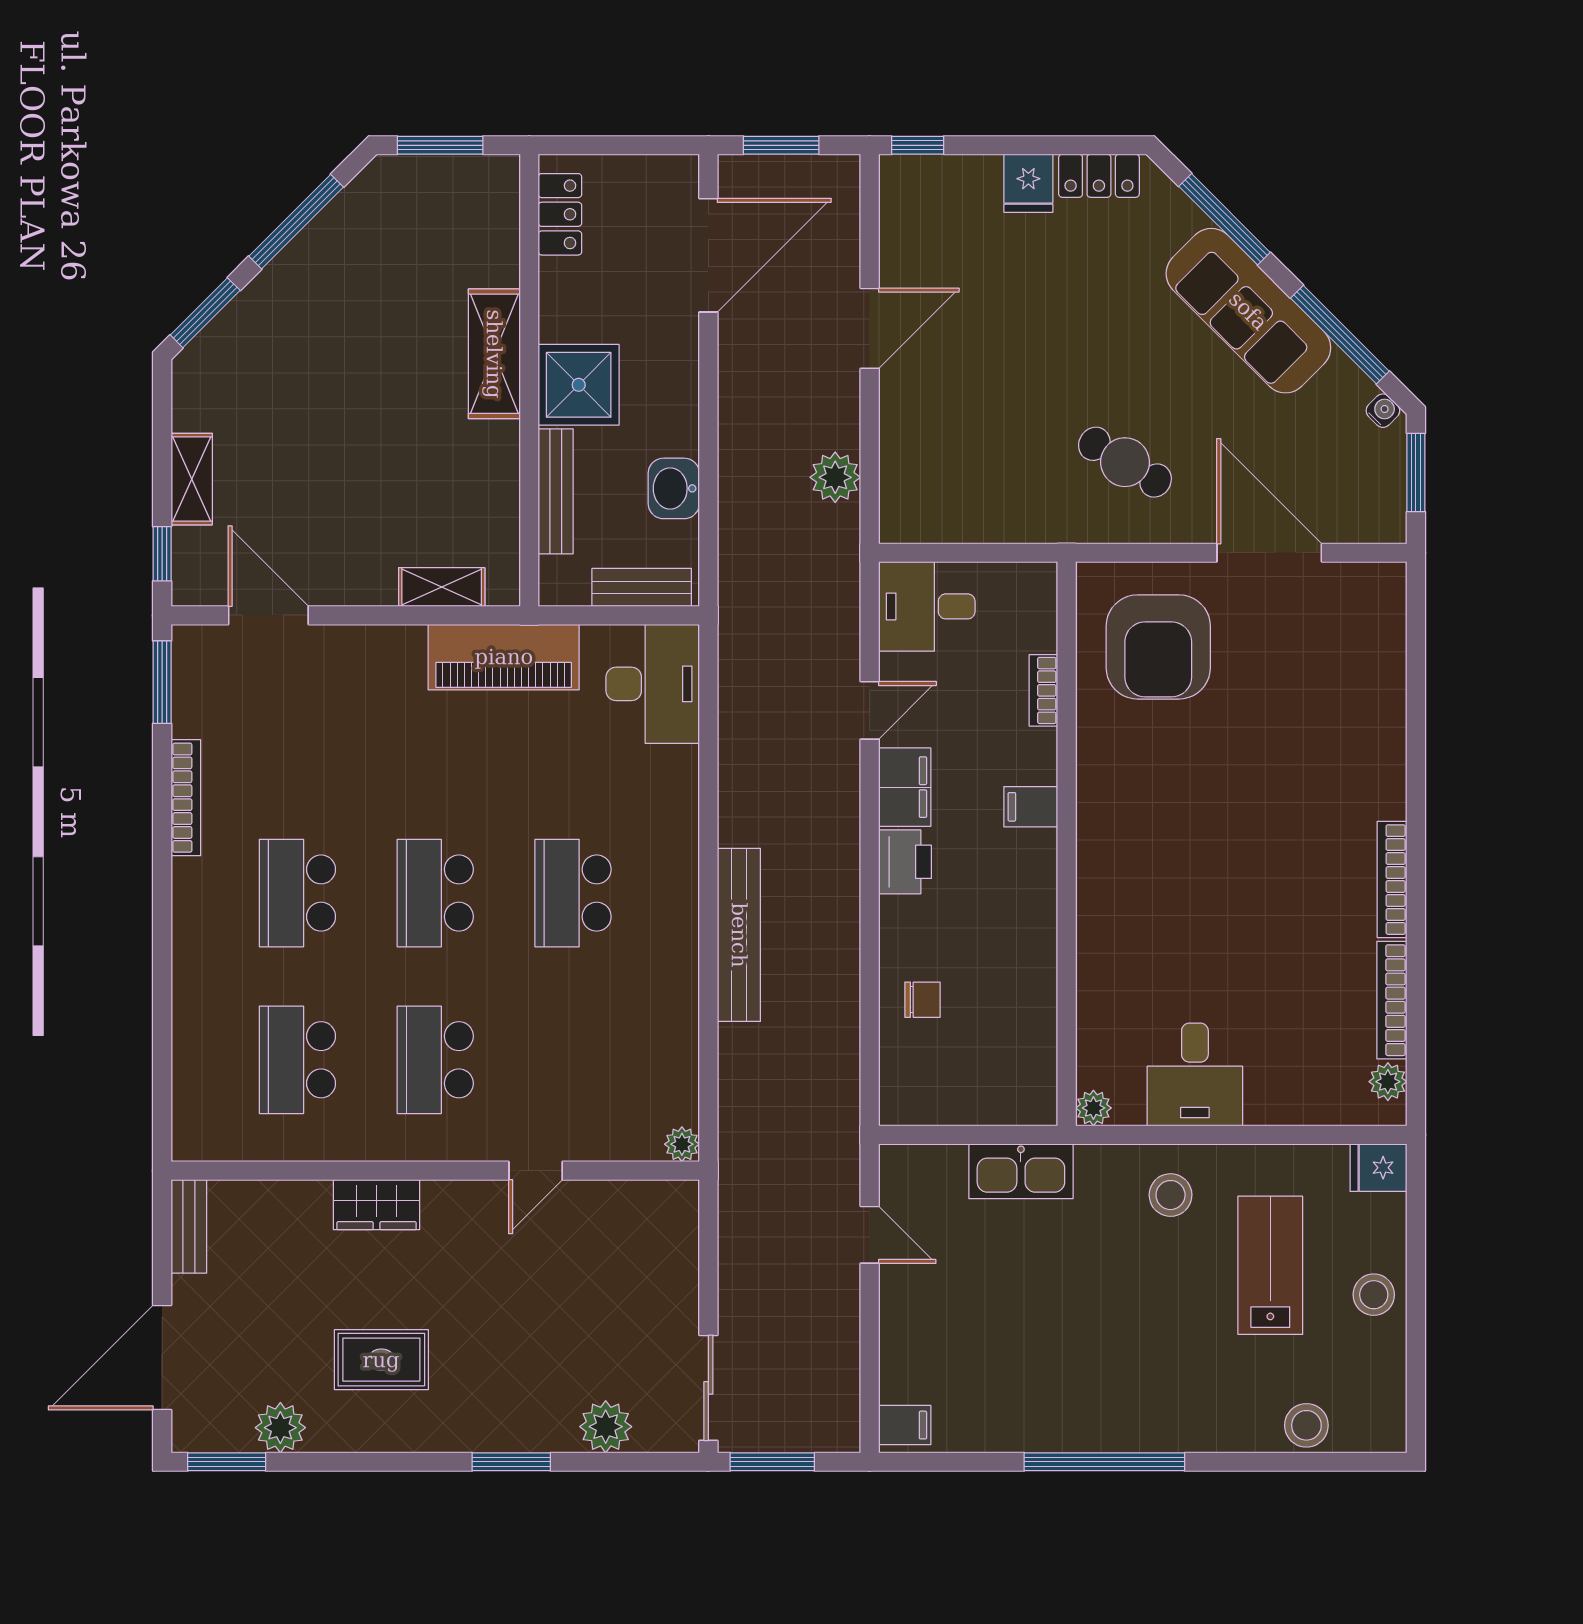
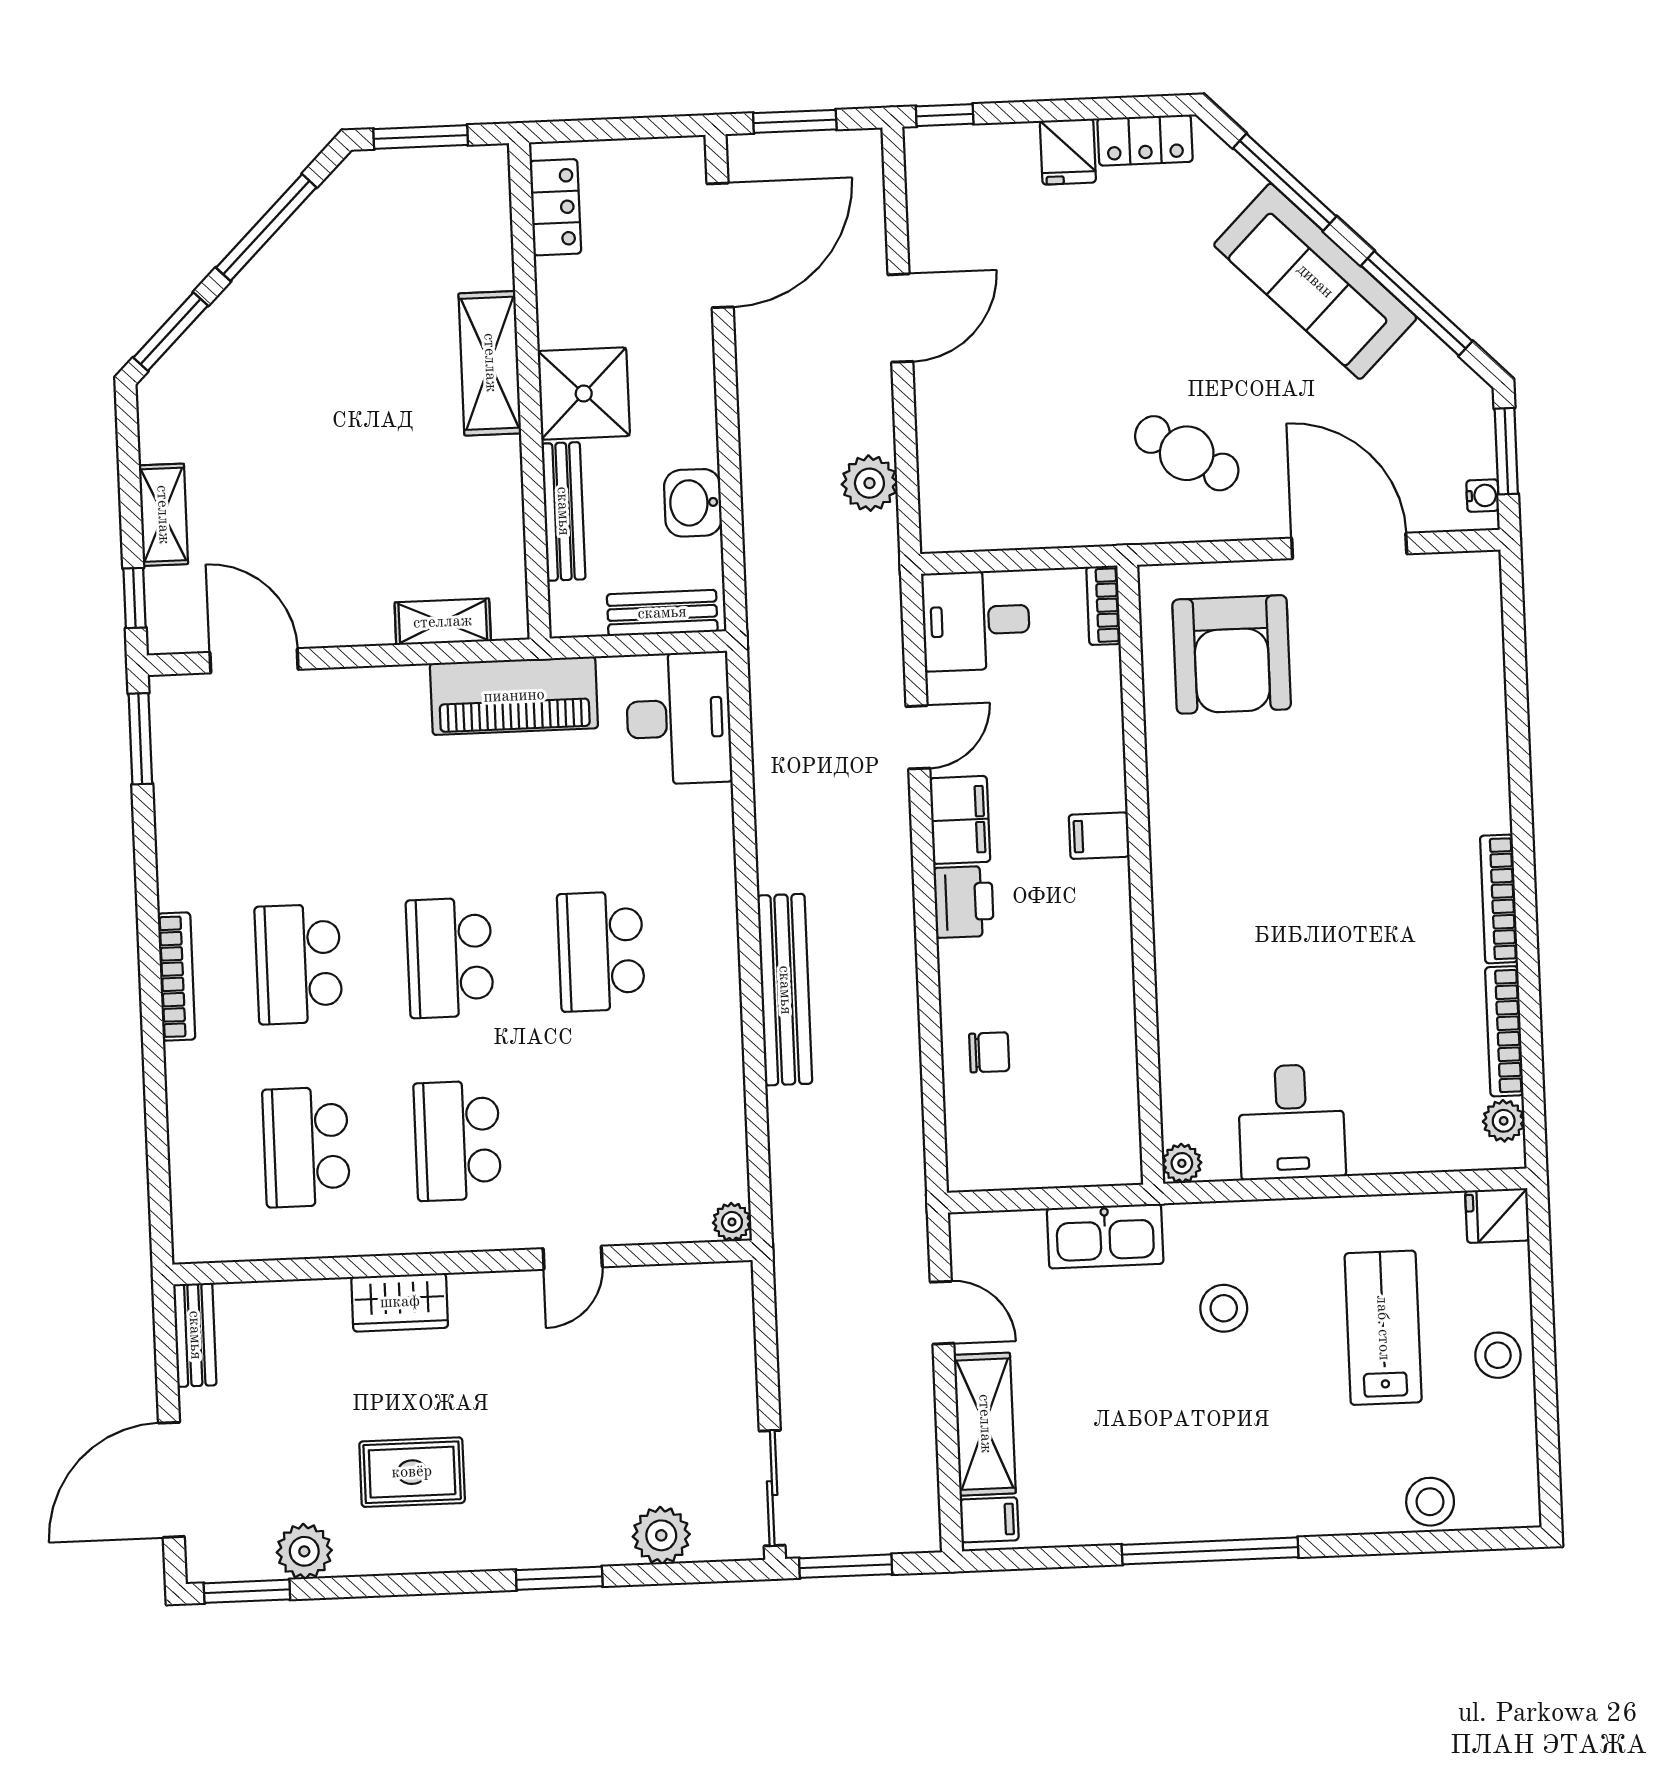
water cooler: (1383, 411) -> (1483, 496), moved, turned 45
bookcase: (1043, 690) -> (1103, 605), moved
bookcase: (186, 798) -> (176, 977), moved
stool: (1171, 1195) -> (1224, 1308), moved
shelving: (904, 1338) -> (985, 1424), added

